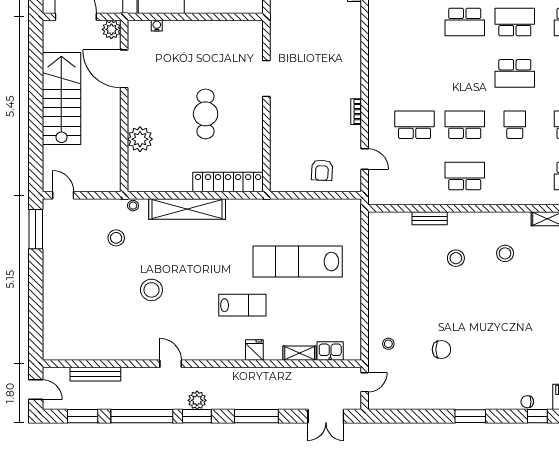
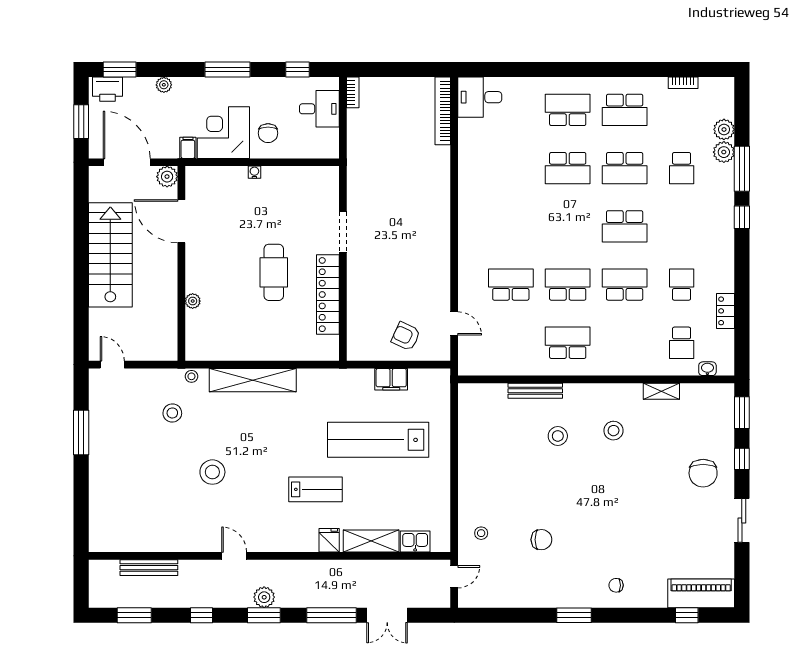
school desk: (515, 22) -> (625, 168), turned 180
water cooler: (157, 26) -> (254, 172), moved
bookcase: (356, 112) -> (445, 270), removed
school desk: (515, 125) -> (625, 285), width x1.85
plant: (140, 139) -> (193, 301), width x0.53, depth x0.53
armchair: (322, 170) -> (406, 336), turned 112
locker: (228, 182) -> (328, 295), moved, turned -90
filing cabinet: (309, 208) -> (391, 379), added
bench: (430, 218) -> (535, 391), width x1.36
window: (36, 229) -> (81, 433), moved
shelving: (300, 353) -> (371, 541), width x1.50, depth x1.33
door: (36, 390) -> (81, 585), removed
chair: (527, 402) -> (616, 585), moved
window: (142, 416) -> (202, 615), width x0.32
double door: (326, 416) -> (387, 615), moved
window: (537, 416) -> (650, 615), removed

